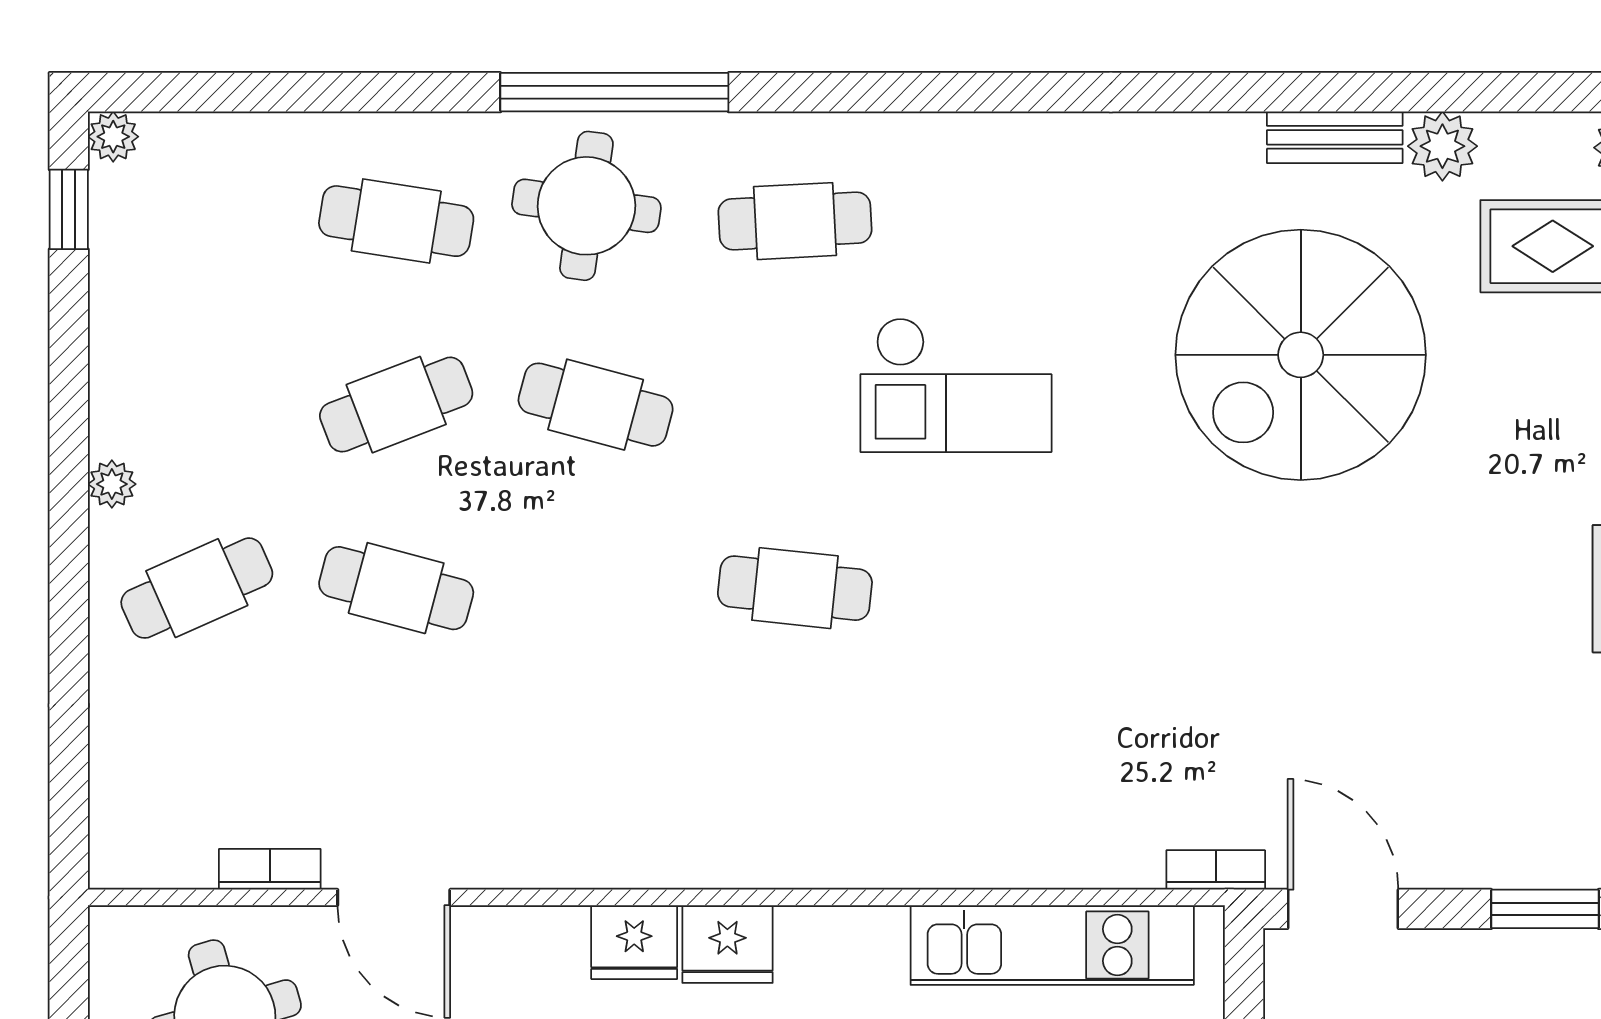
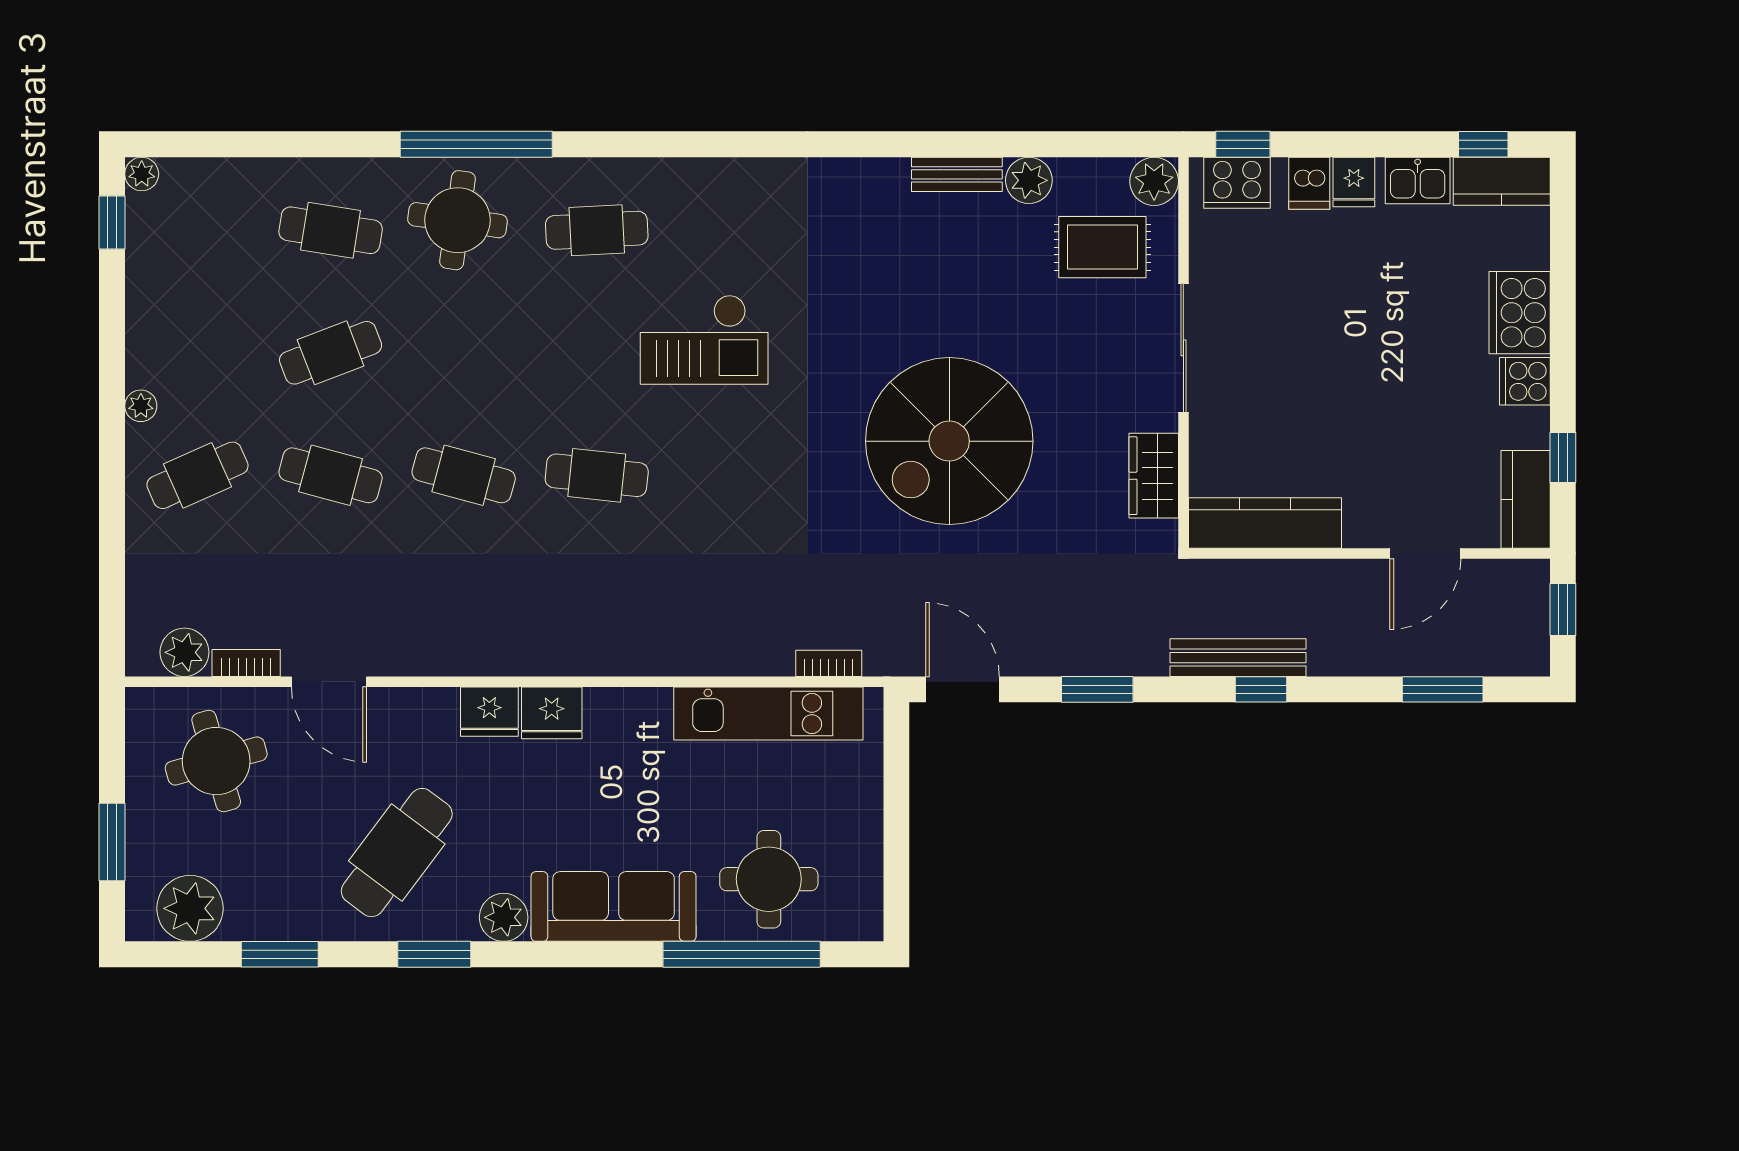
spiral stairs: (1301, 355) -> (949, 441), moved
cafe table: (596, 405) -> (464, 475), moved
plant: (177, 853) -> (184, 652), added
bookcase: (1216, 870) -> (829, 663), moved

